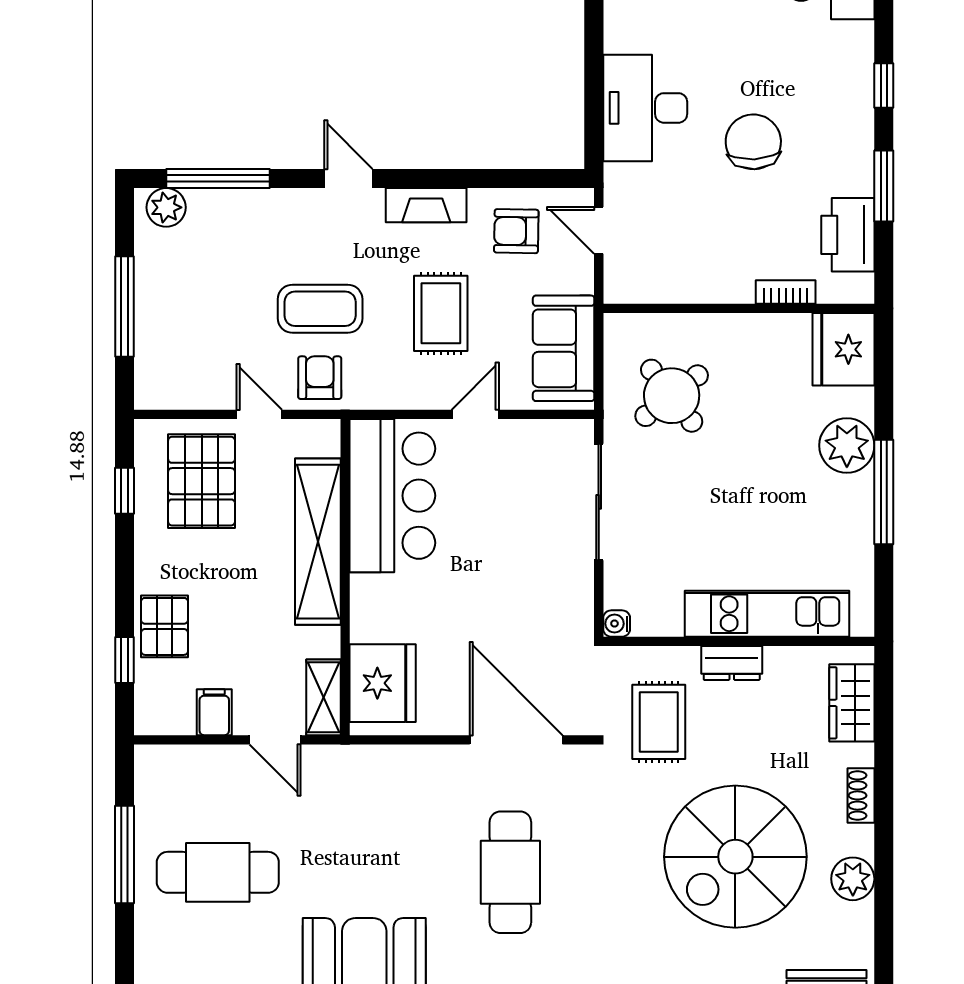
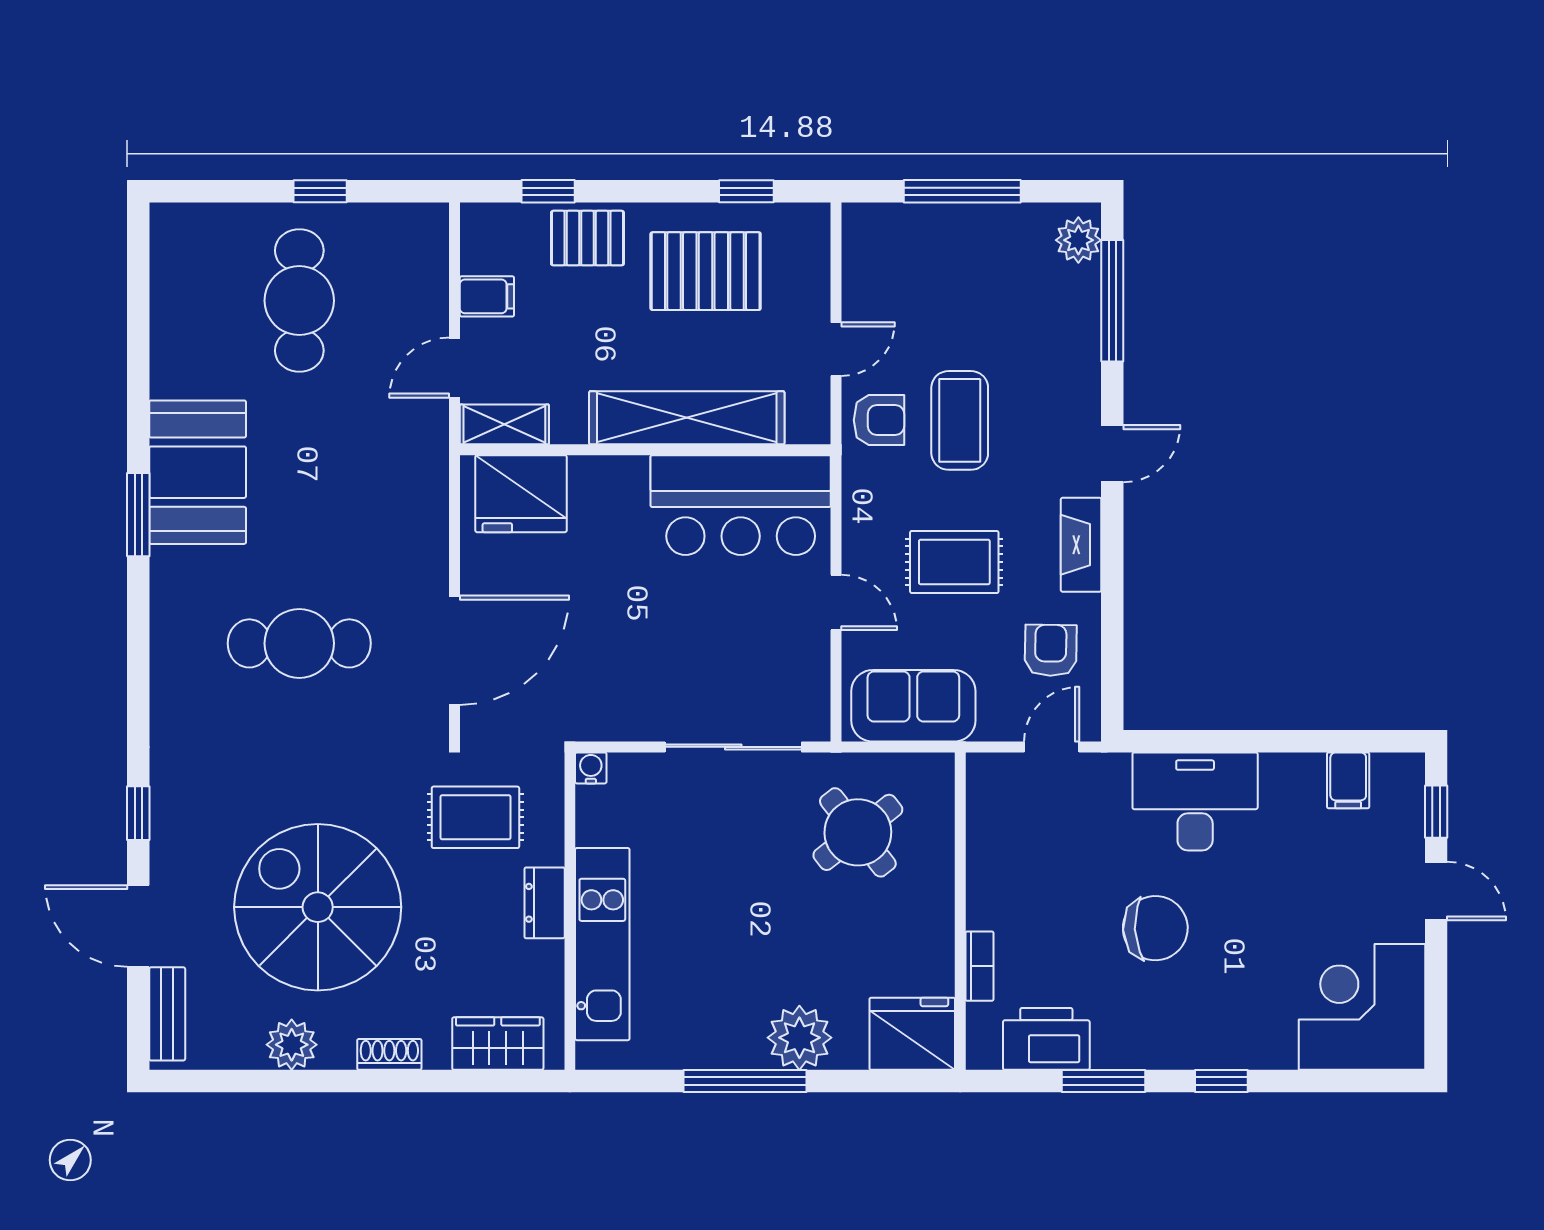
pallet: (202, 481) -> (706, 271), moved
window: (124, 854) -> (320, 191), width x0.46

